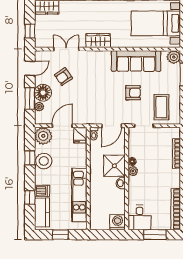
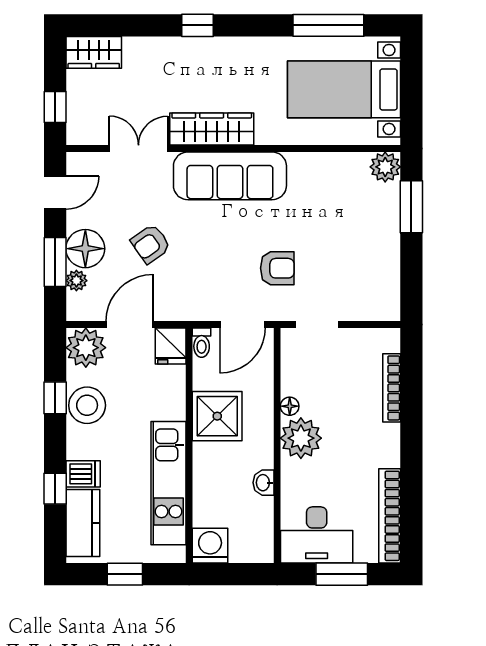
wardrobe: (98, 41) -> (212, 129), width x1.50
sofa: (136, 61) -> (230, 176), moved
armchair: (64, 77) -> (151, 244), moved
armchair: (133, 93) -> (277, 268), moved
coffee table: (161, 107) -> (357, 282), removed
shower: (114, 166) -> (217, 416), moved
plant: (133, 171) -> (301, 438), width x1.88, depth x1.88
washbasin: (121, 183) -> (263, 483), moved
desk: (140, 218) -> (317, 535), width x1.37
washing machine: (118, 222) -> (210, 546), moved

